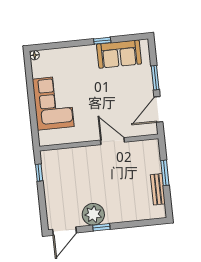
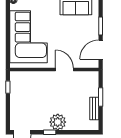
corner sofa: (53, 103) -> (28, 37), width x1.36, depth x1.36
plant: (93, 214) -> (58, 122), moved

